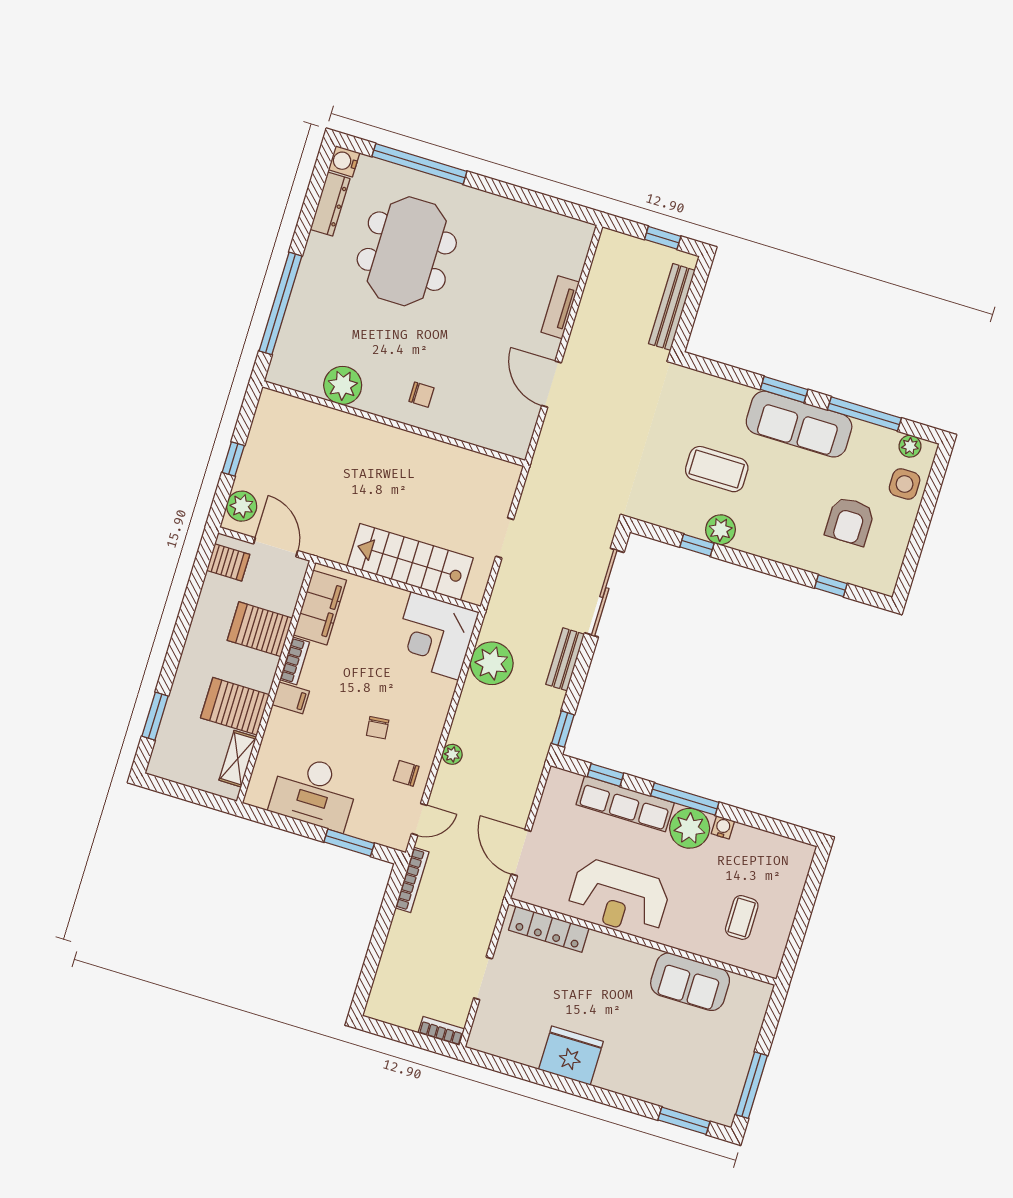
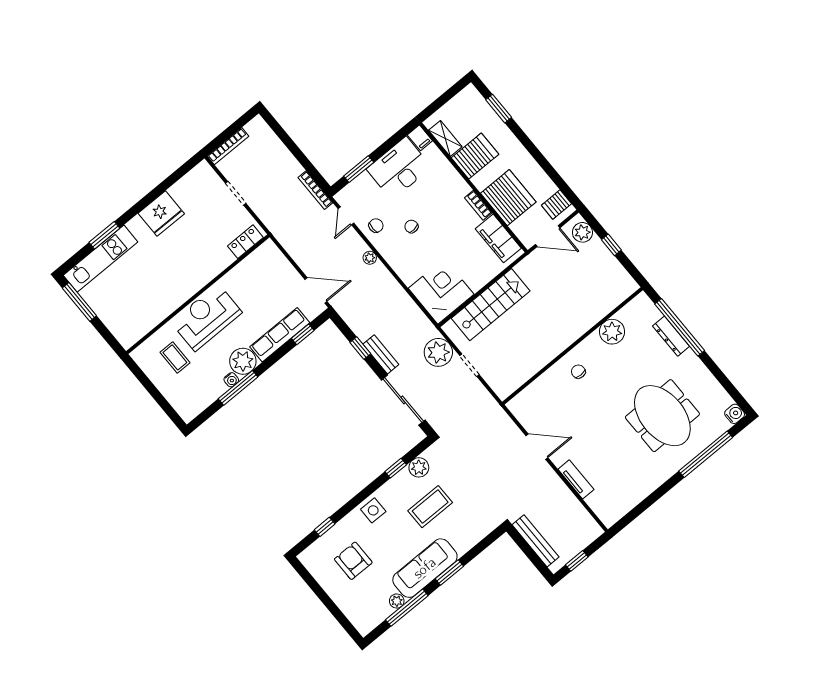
dresser: (330, 204) -> (671, 336), moved
chair: (421, 395) -> (578, 372), turned 90
plant: (910, 446) -> (397, 601), moved
side table: (905, 484) -> (373, 510), moved
plant: (721, 530) -> (419, 467), moved
server rack: (260, 629) -> (508, 198), width x1.60
plant: (492, 663) -> (438, 352), moved
filing cabinet: (291, 698) -> (420, 138), moved, turned -90
window: (563, 729) -> (360, 348), moved
window: (685, 799) -> (238, 388), moved
door: (521, 853) -> (316, 290), moved
reception desk: (619, 897) -> (206, 317), moved
locker: (549, 929) -> (245, 242), width x0.66
sofa: (690, 982) -> (158, 306), removed
bookcase: (441, 1031) -> (228, 146), width x1.56
kitchen unit: (679, 1095) -> (101, 259), added
window: (684, 1121) -> (104, 235), moved

